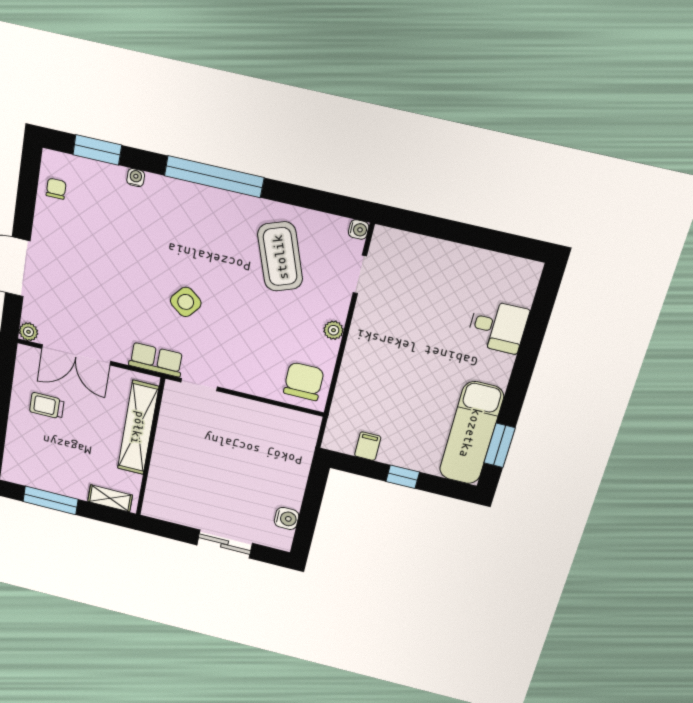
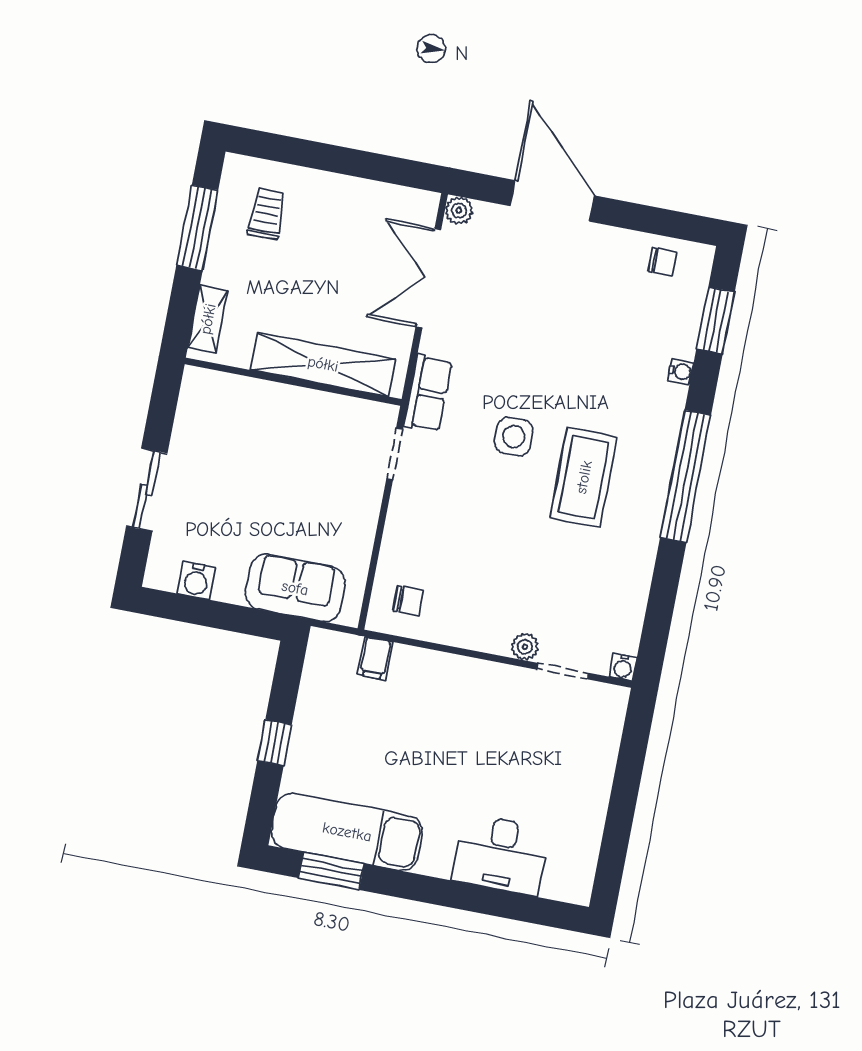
coffee table: (280, 257) -> (584, 477), moved, turned -70
side table: (186, 302) -> (514, 436), turned -38
desk: (498, 326) -> (501, 855), width x1.37
plant: (334, 330) -> (525, 647), moved
chair: (304, 381) -> (408, 600), width x0.54, depth x0.54
trolley: (47, 406) -> (267, 214), moved
filing cabinet: (368, 446) -> (375, 658), moved, turned 90
sofa: (293, 456) -> (295, 588), added

